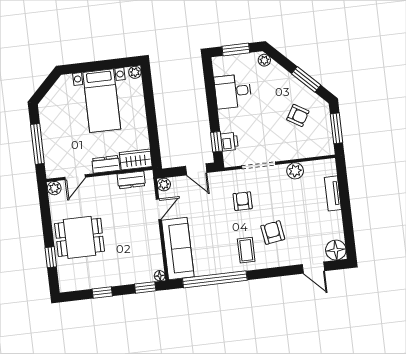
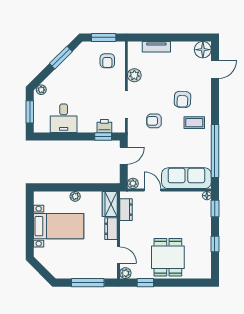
plant: (135, 72) -> (75, 196), moved
armchair: (298, 115) -> (107, 61), moved, turned 149
armchair: (273, 233) -> (182, 99), turned -78
window: (51, 257) -> (145, 283), moved

